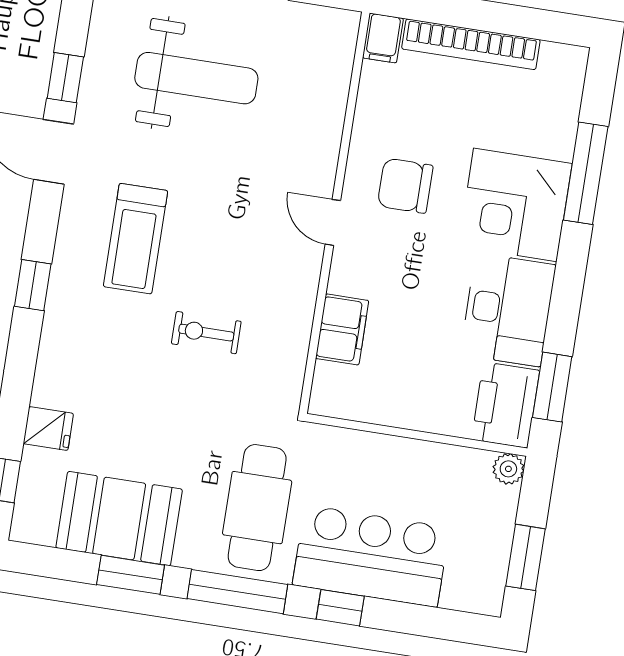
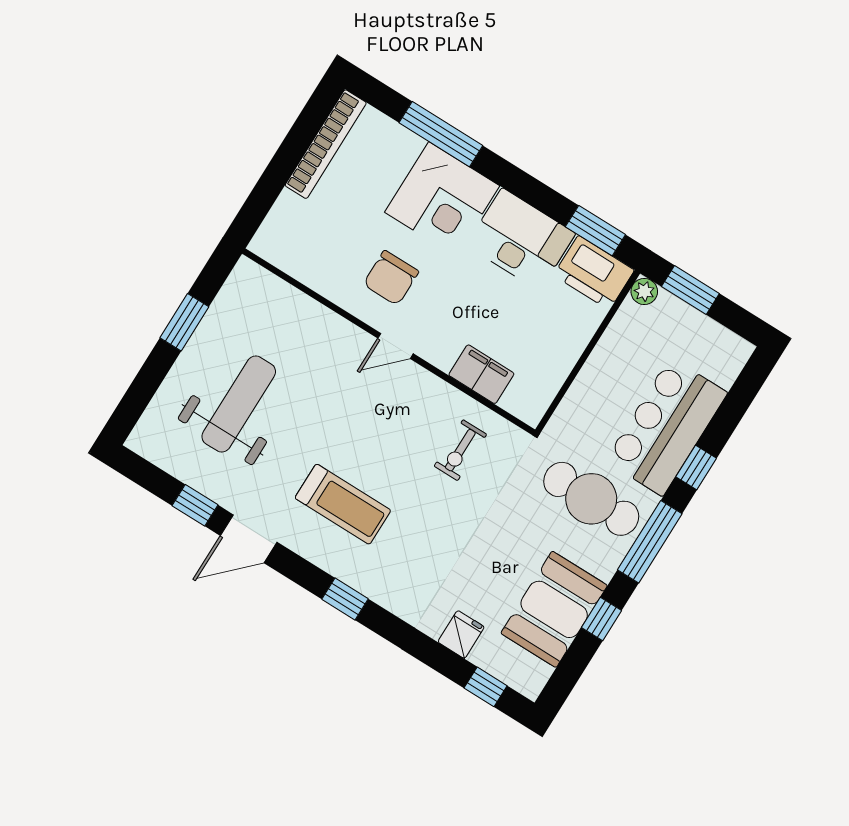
filing cabinet: (383, 38) -> (269, 246), removed
bookcase: (471, 44) -> (326, 144), moved
exercise bike: (206, 333) -> (460, 450), moved
window: (525, 557) -> (690, 290), moved
window: (131, 575) -> (601, 619), width x0.67

